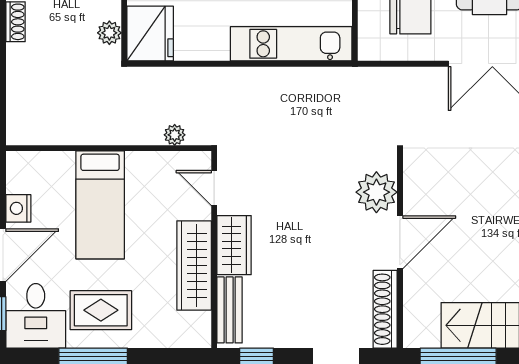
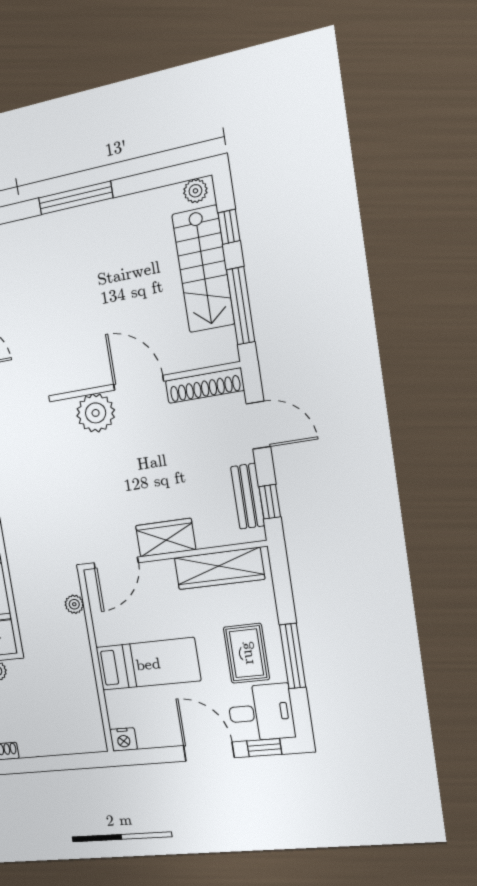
door: (214, 188) -> (116, 563), width x1.38
nightstand: (18, 208) -> (124, 739), moved
wardrobe: (194, 266) -> (219, 569), moved
bench: (230, 310) -> (248, 496), moved, turned 90

